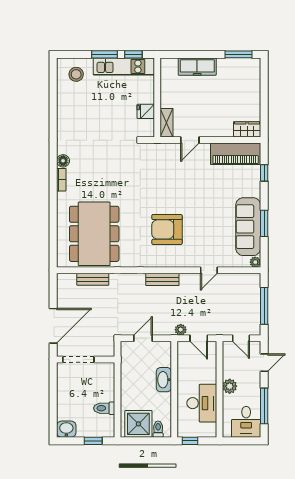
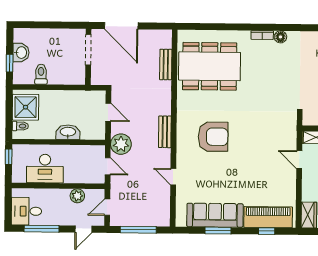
piano: (236, 154) -> (268, 217), moved, turned 90
armchair: (167, 229) -> (213, 137), turned 90
plant: (255, 262) -> (181, 222), removed
plant: (181, 330) -> (121, 144), width x1.88, depth x1.88
door: (199, 338) -> (108, 166), swing flipped
door: (264, 363) -> (83, 229), hinge flipped
plant: (230, 386) -> (77, 196), moved
washbasin: (66, 429) -> (21, 53), moved

